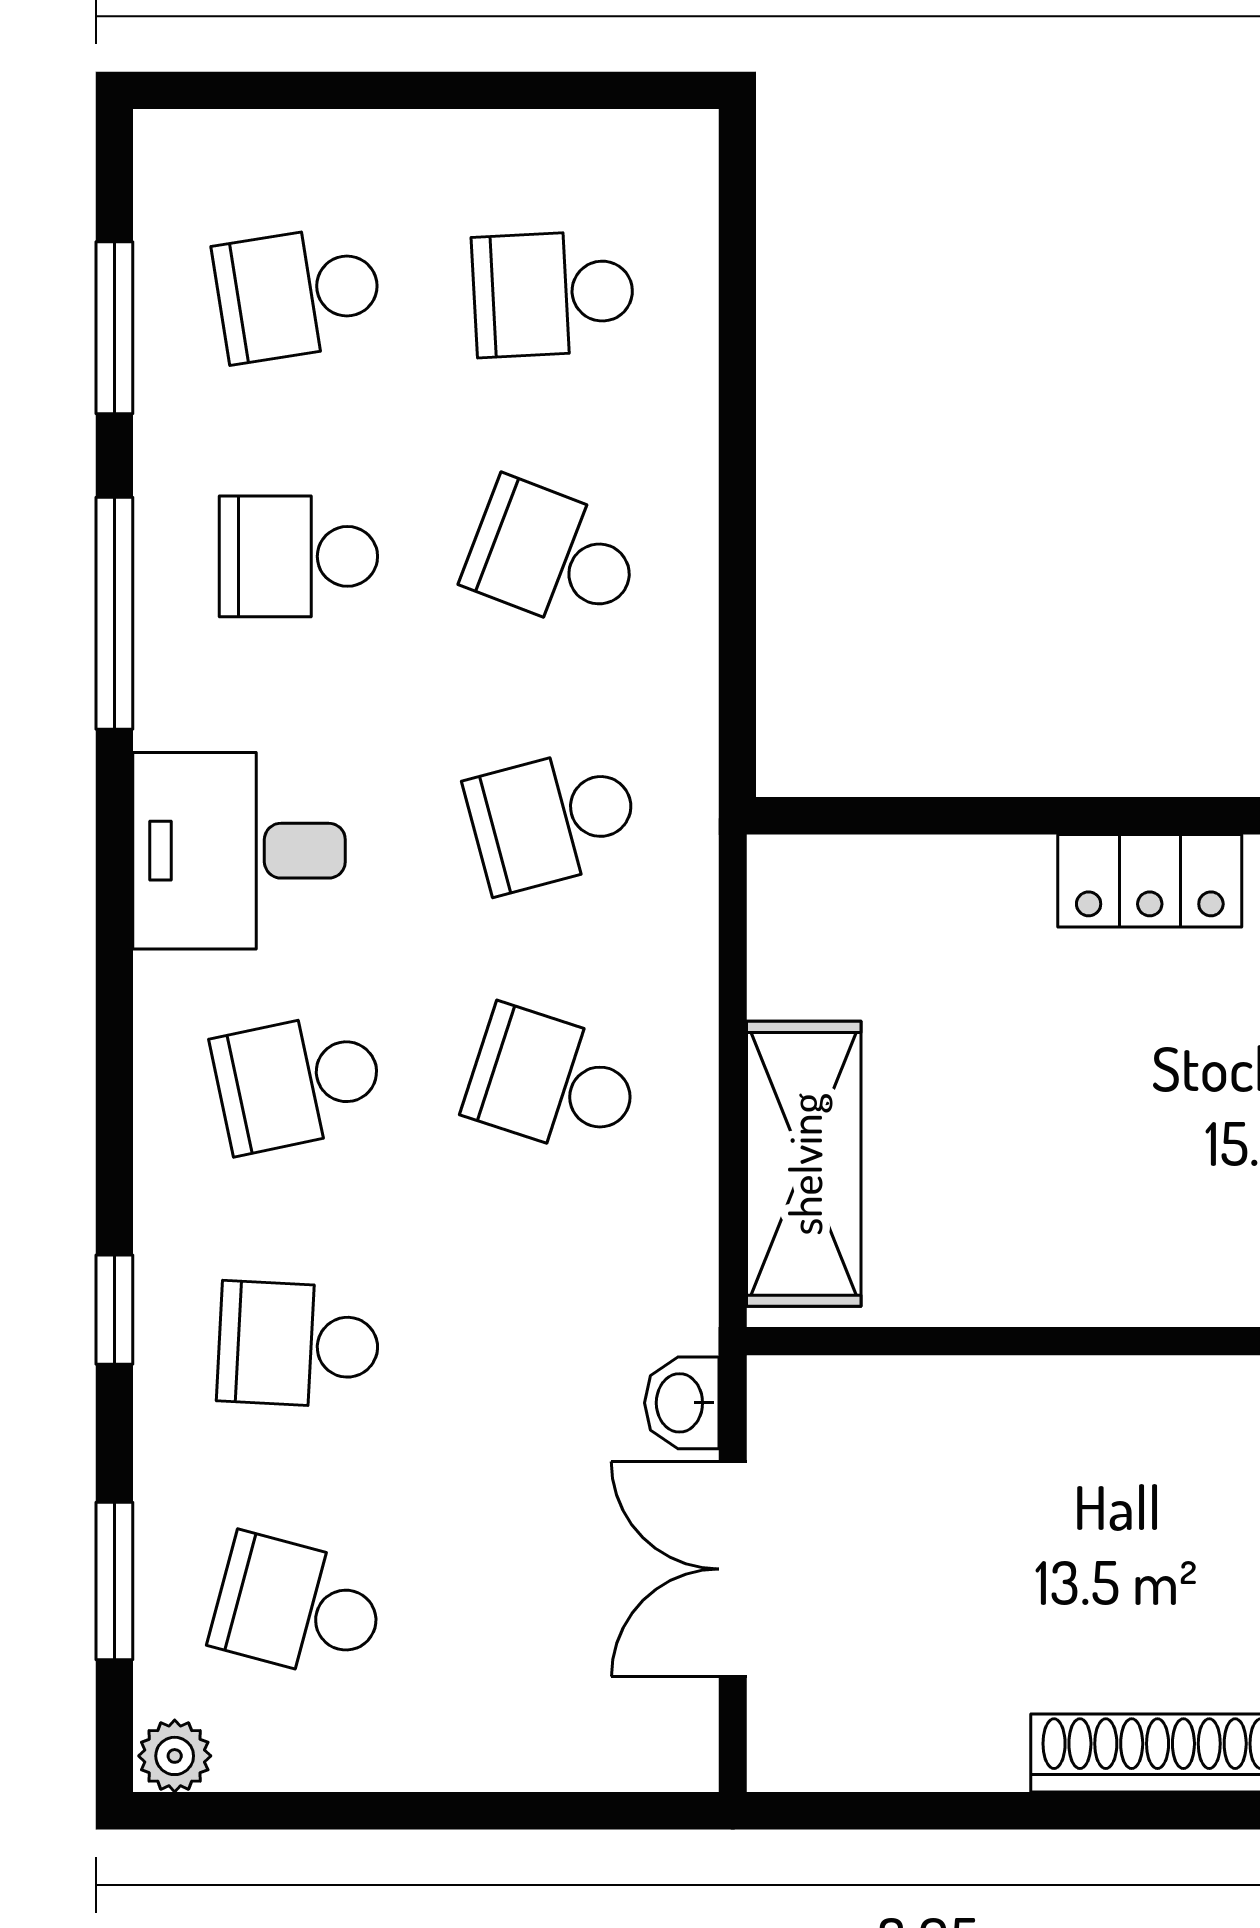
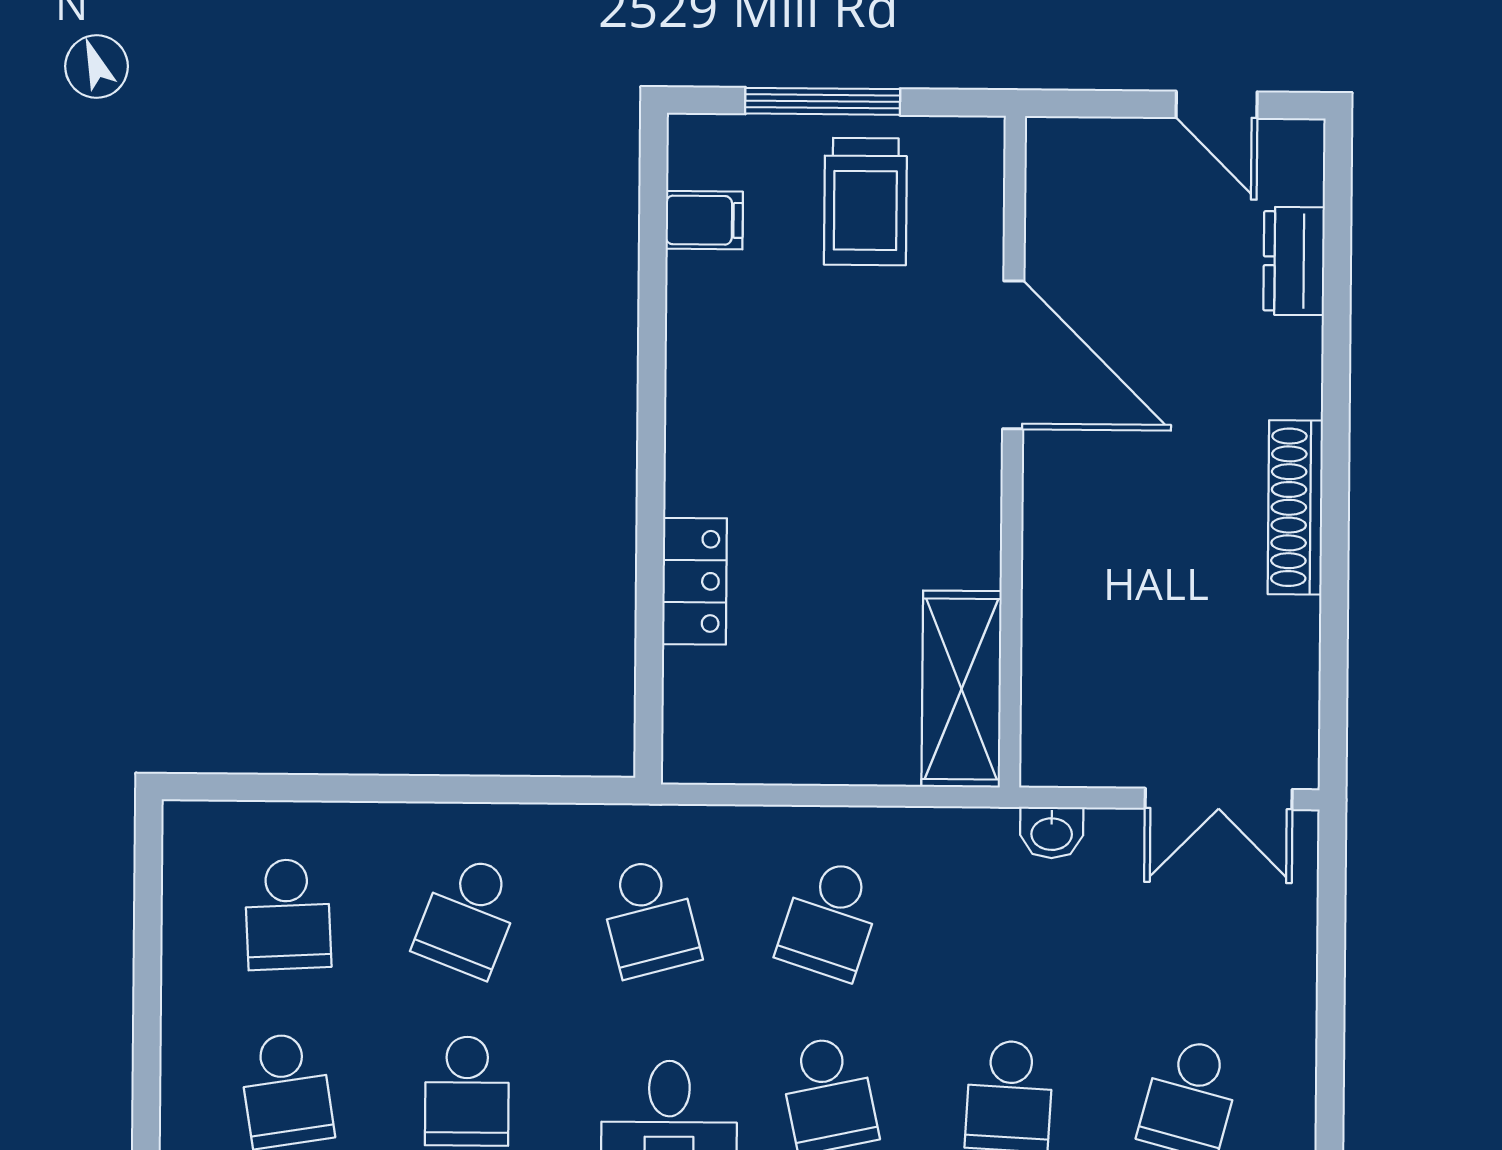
locker: (1150, 881) -> (694, 581), moved
shelving: (804, 1164) -> (961, 689), moved, turned 90
double door: (733, 1569) -> (1219, 799), moved

